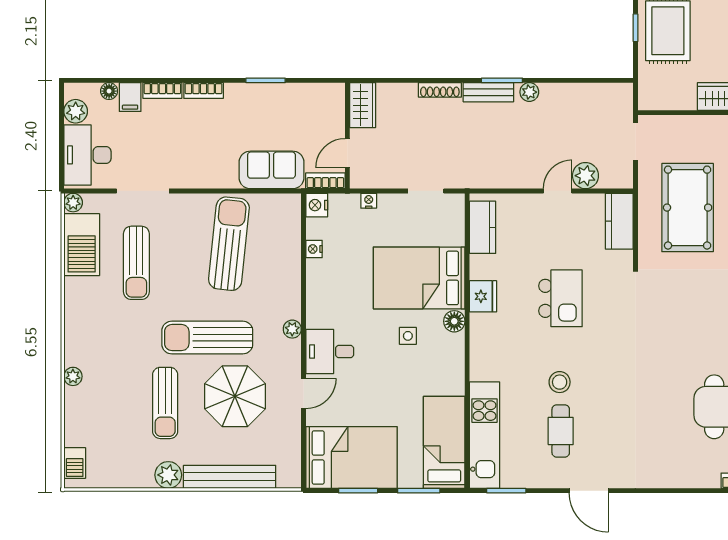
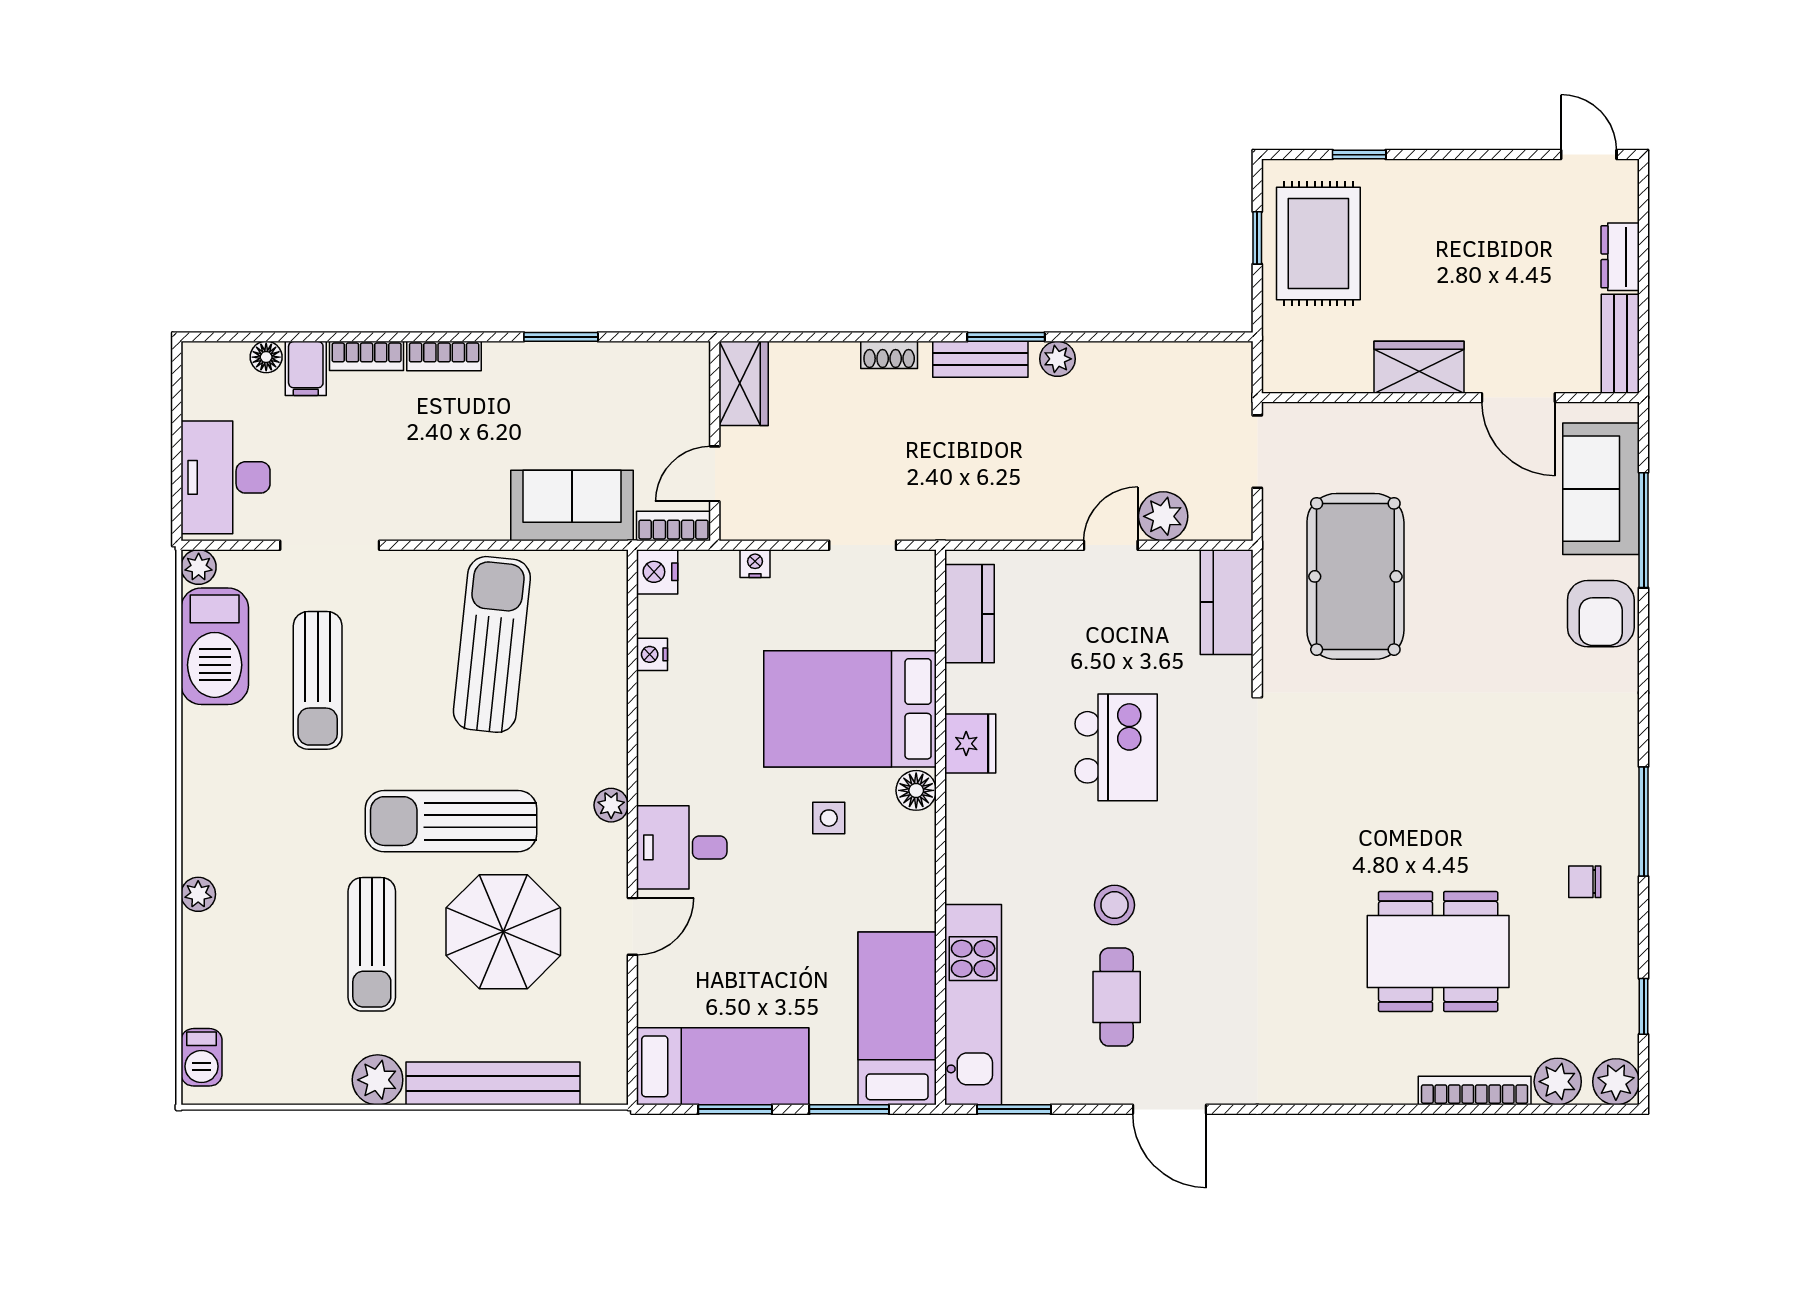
shoe rack: (440, 90) -> (889, 355), width x0.70
plant: (76, 111) -> (203, 395), removed
bed: (351, 458) -> (723, 1066), width x0.67

